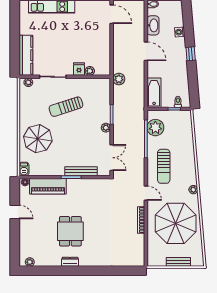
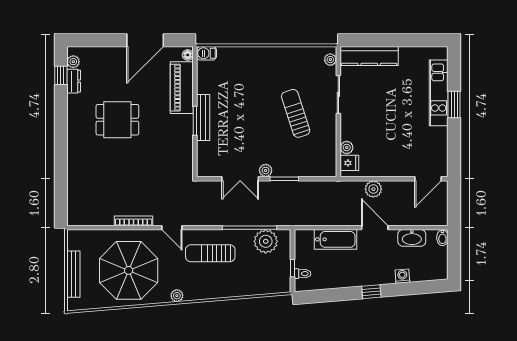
door: (146, 51) -> (375, 228), swing flipped
fridge: (79, 69) -> (349, 163), moved
plant: (119, 79) -> (373, 189), moved
bathtub: (154, 93) -> (336, 239), moved
parasol: (38, 139) -> (250, 73), removed
double door: (112, 158) -> (240, 179), moved
bench: (81, 171) -> (203, 118), moved
door: (146, 193) -> (172, 228), hinge flipped
door: (15, 212) -> (145, 40), width x1.88
dresser: (70, 262) -> (74, 81), moved
bench: (178, 262) -> (73, 274), width x1.36
window: (39, 271) -> (61, 75), added

